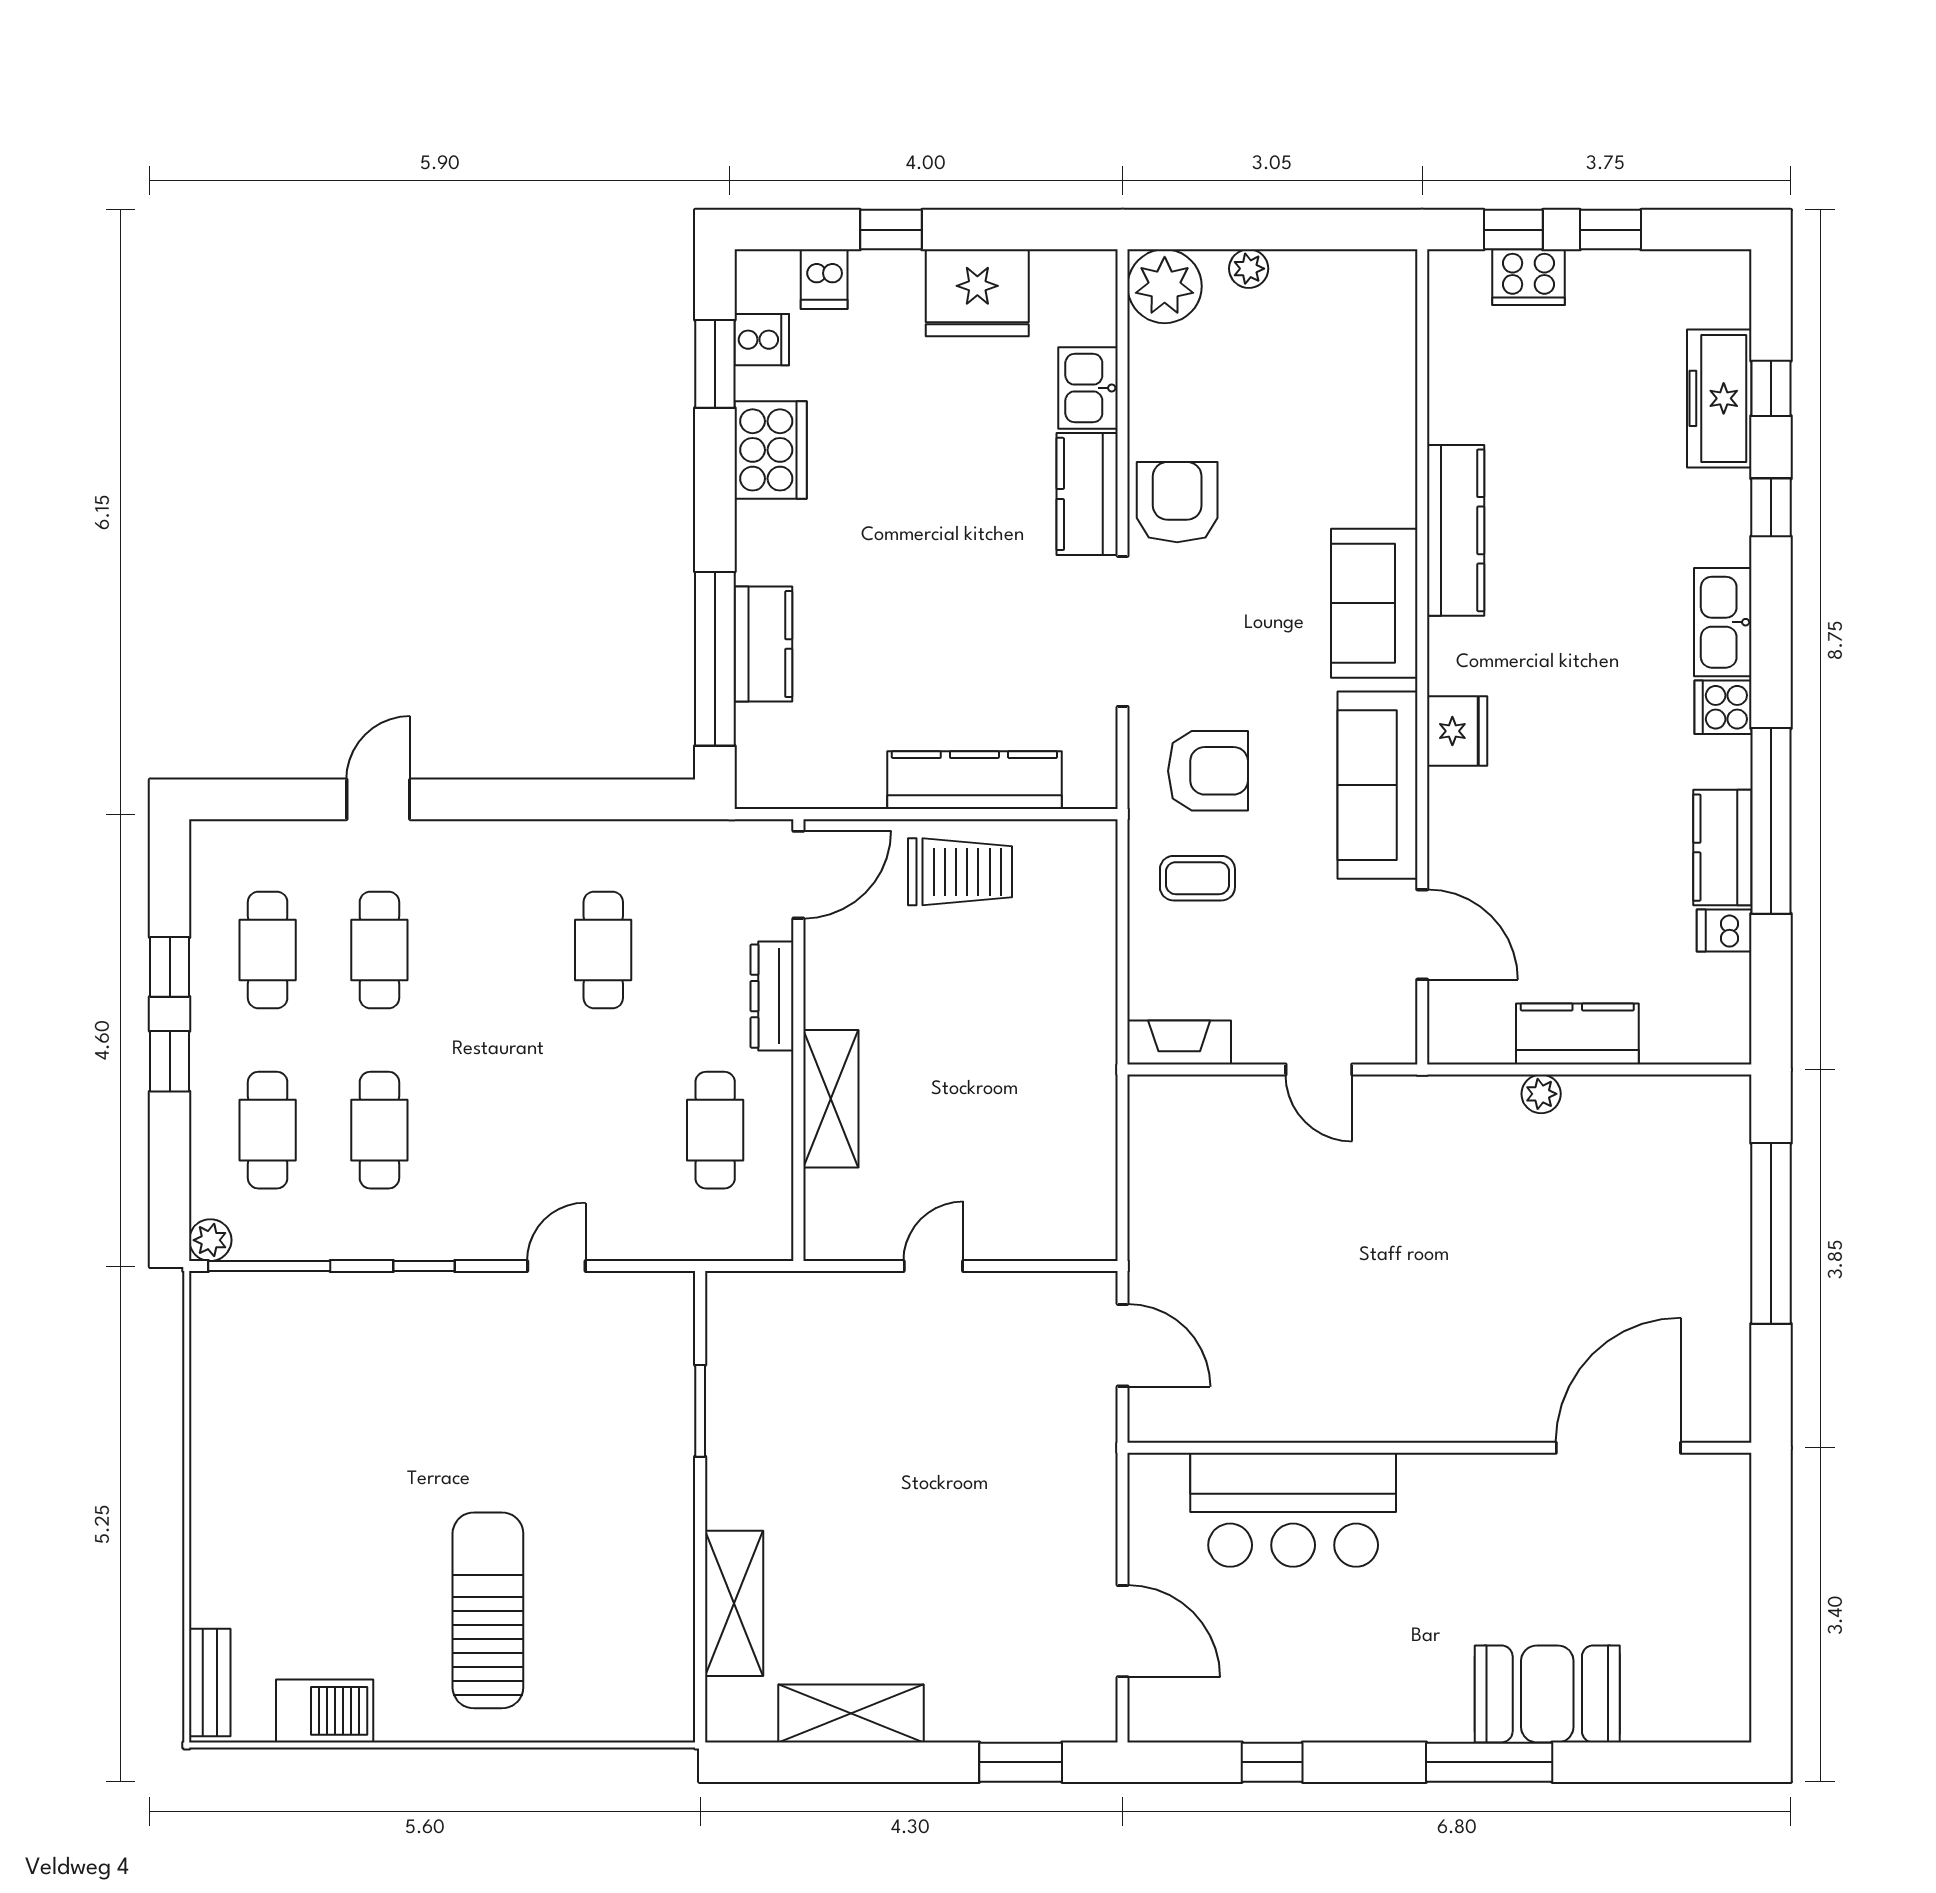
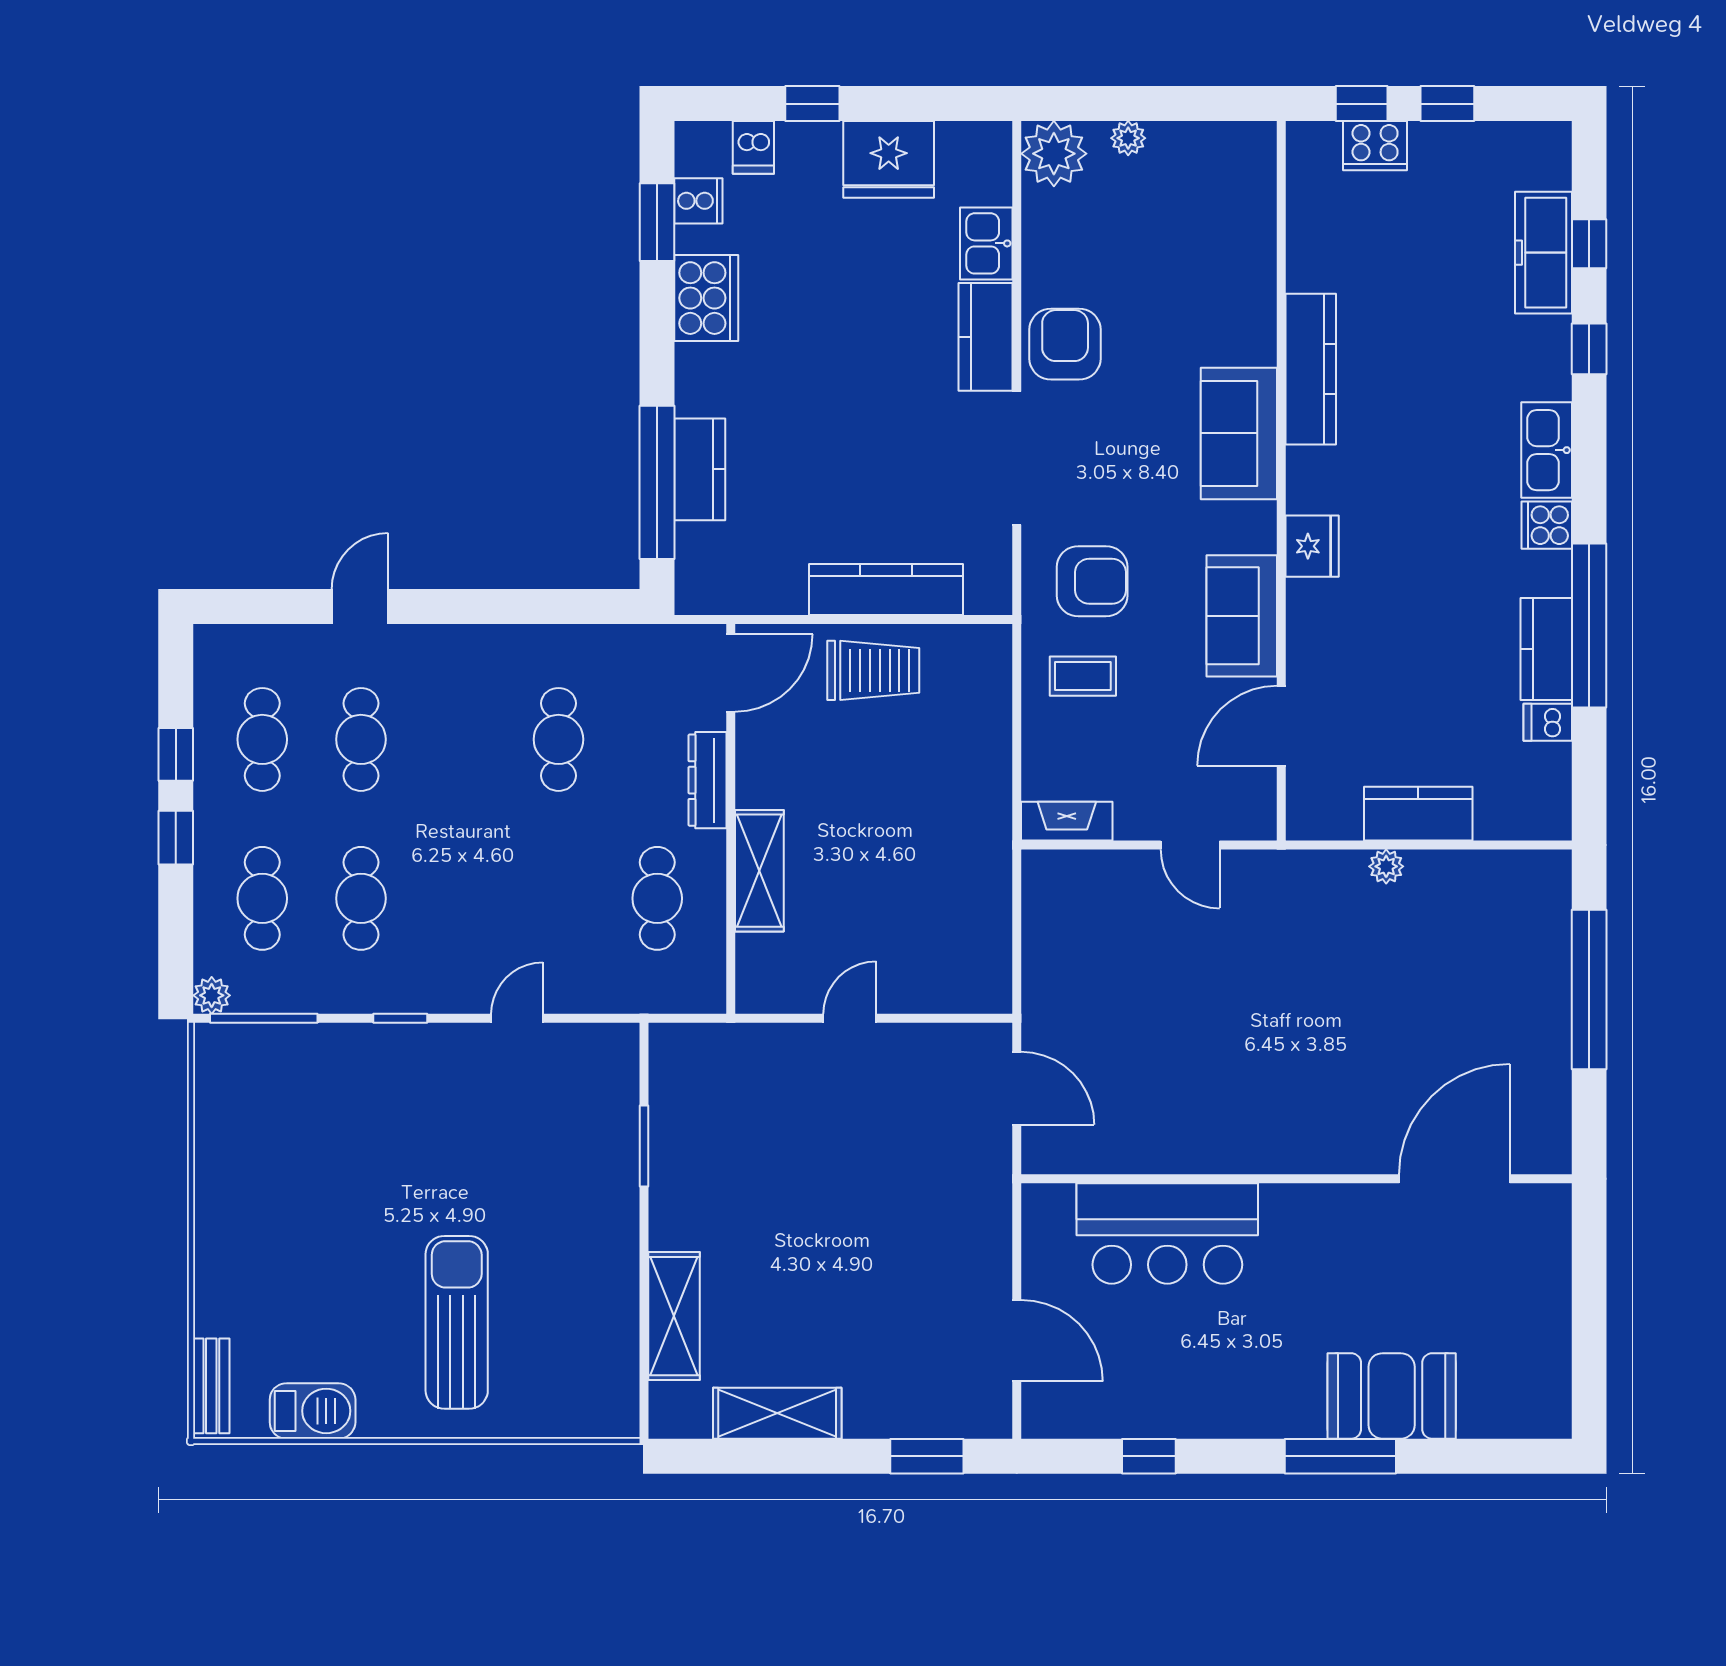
sofa: (1377, 785) -> (1242, 616), width x0.73
door: (1422, 934) -> (1281, 726), swing flipped

